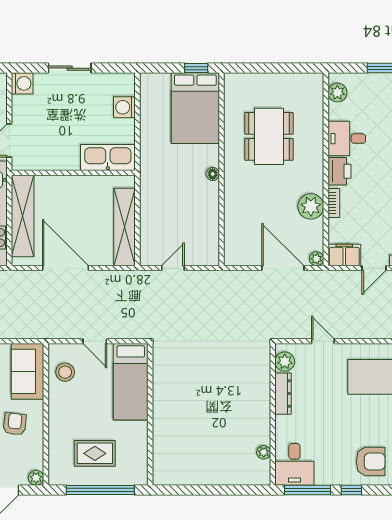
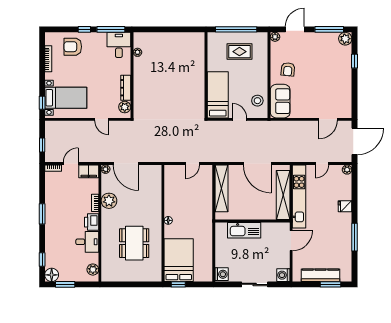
washing machine: (124, 107) -> (222, 274), moved
kitchen sink: (108, 158) -> (244, 230), moved

